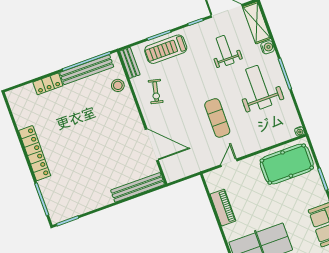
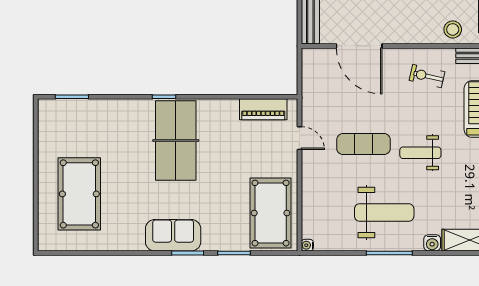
weight bench: (225, 50) -> (420, 153), moved, turned 180
door: (152, 145) -> (359, 46), hinge flipped
piano: (223, 208) -> (263, 109), moved

